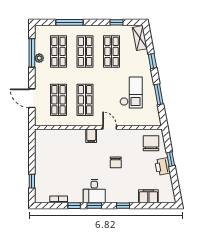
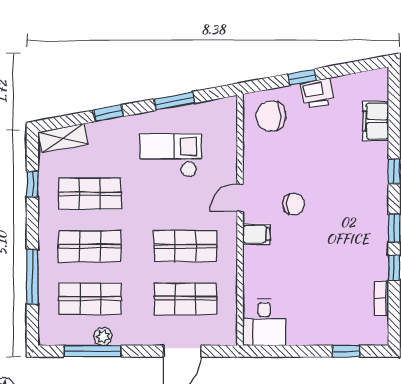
chair: (116, 162) -> (294, 204), moved
desk: (94, 191) -> (264, 322), moved, turned 90

